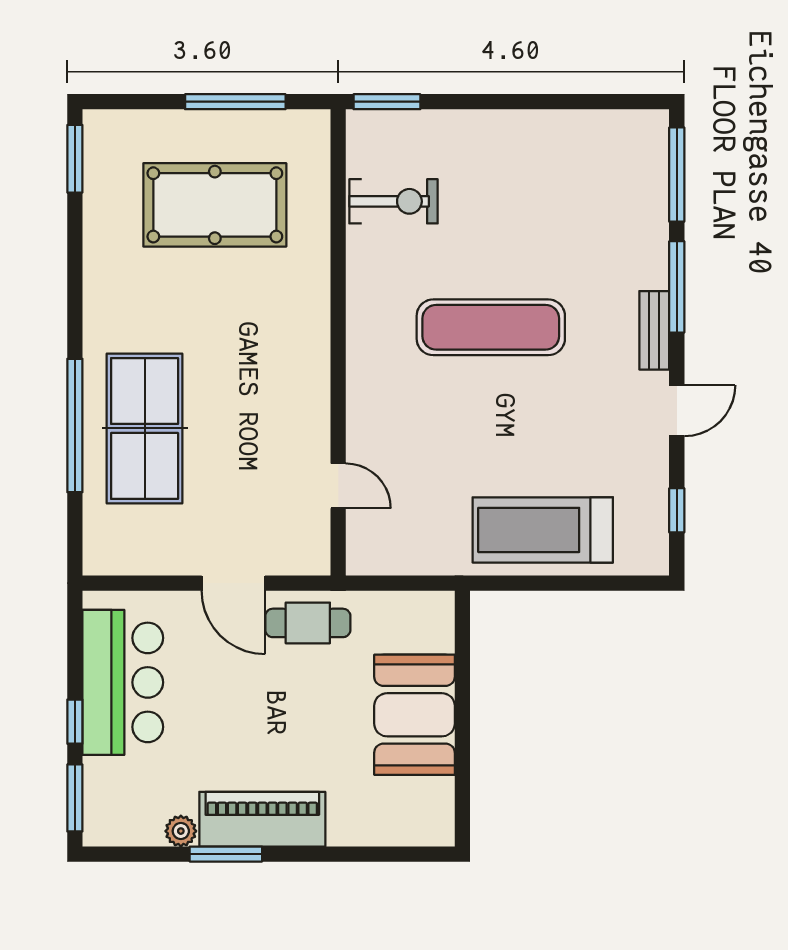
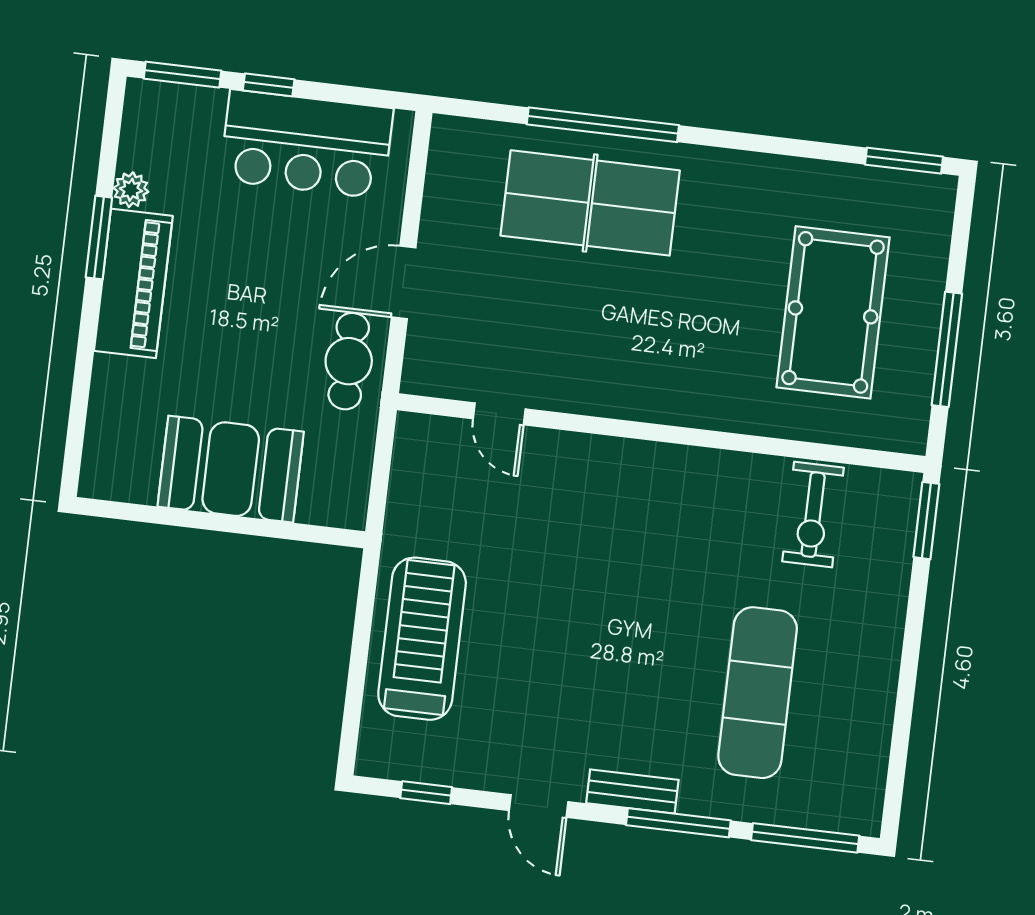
exercise mat: (491, 327) -> (758, 693), moved
door: (338, 486) -> (499, 414), hinge flipped

